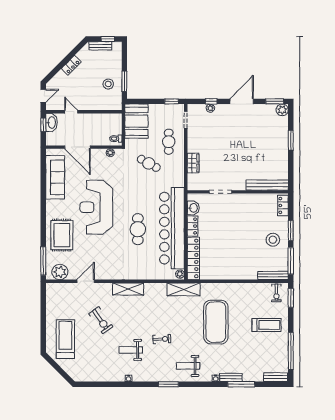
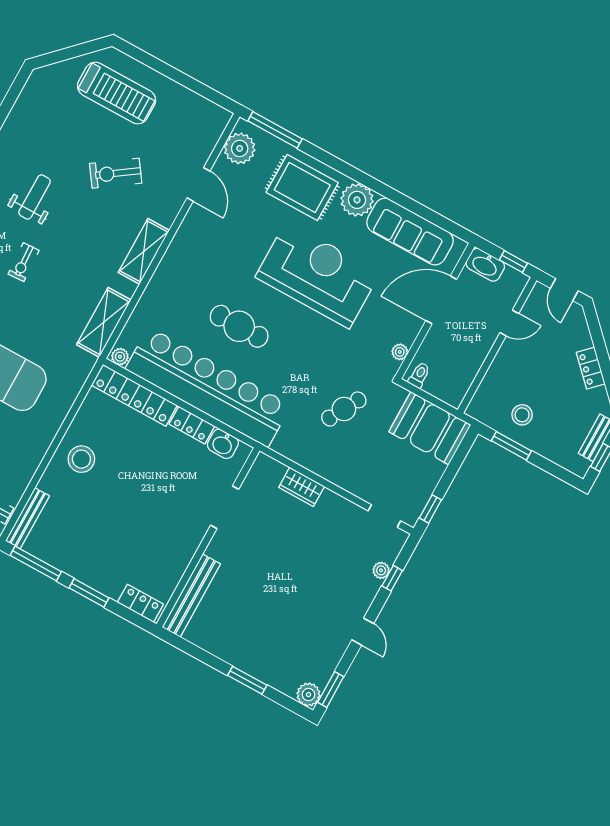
door: (242, 101) -> (363, 632), width x0.53
washbasin: (51, 123) -> (485, 265), moved
cafe table: (169, 142) -> (363, 465), removed
plant: (54, 208) -> (357, 200), added
stool: (273, 240) -> (81, 459), moved
shelving: (184, 289) -> (104, 322), moved

